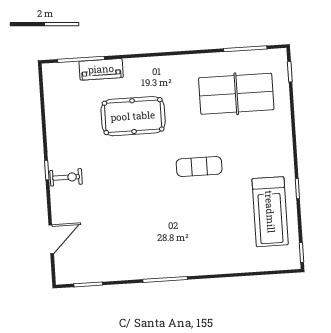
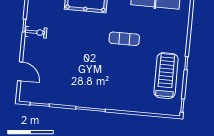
treadmill: (270, 212) -> (166, 76), turned 180
door: (51, 239) -> (20, 71), hinge flipped

